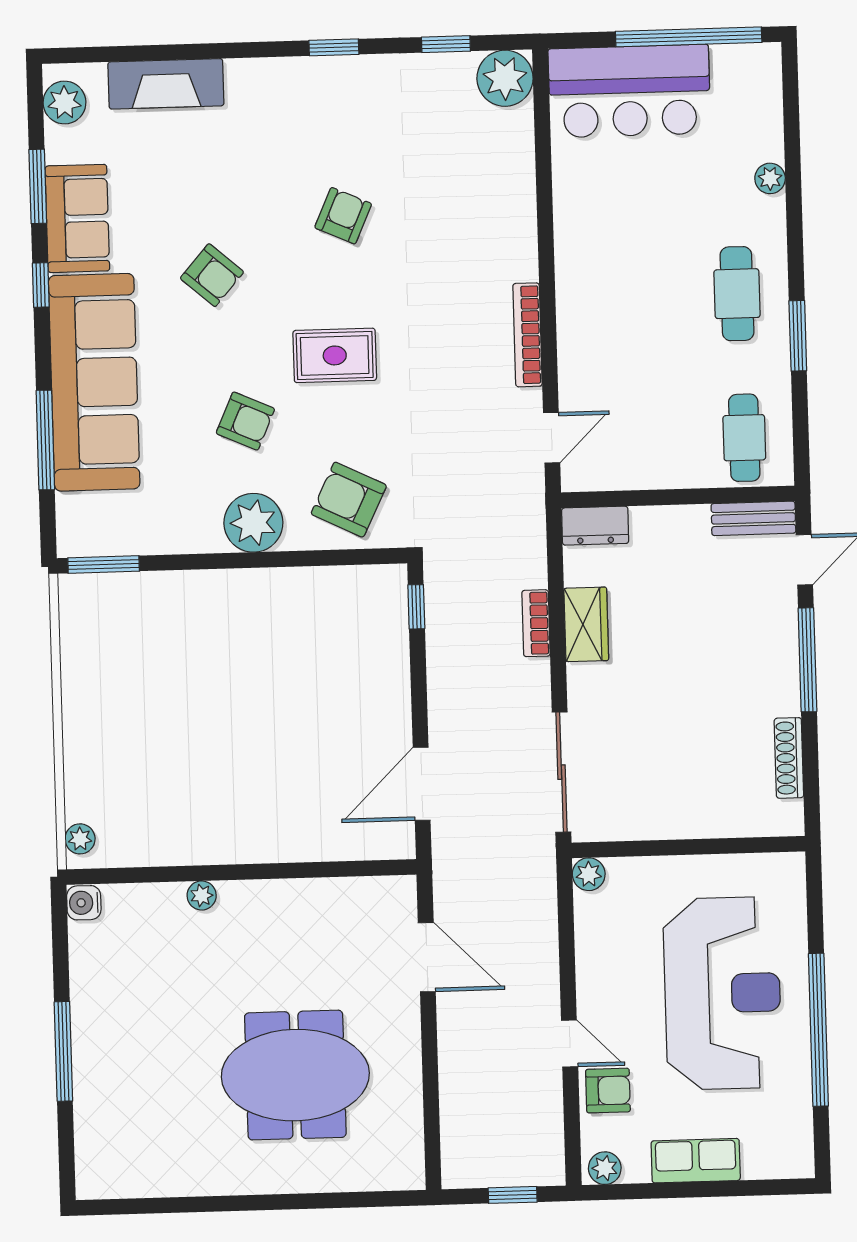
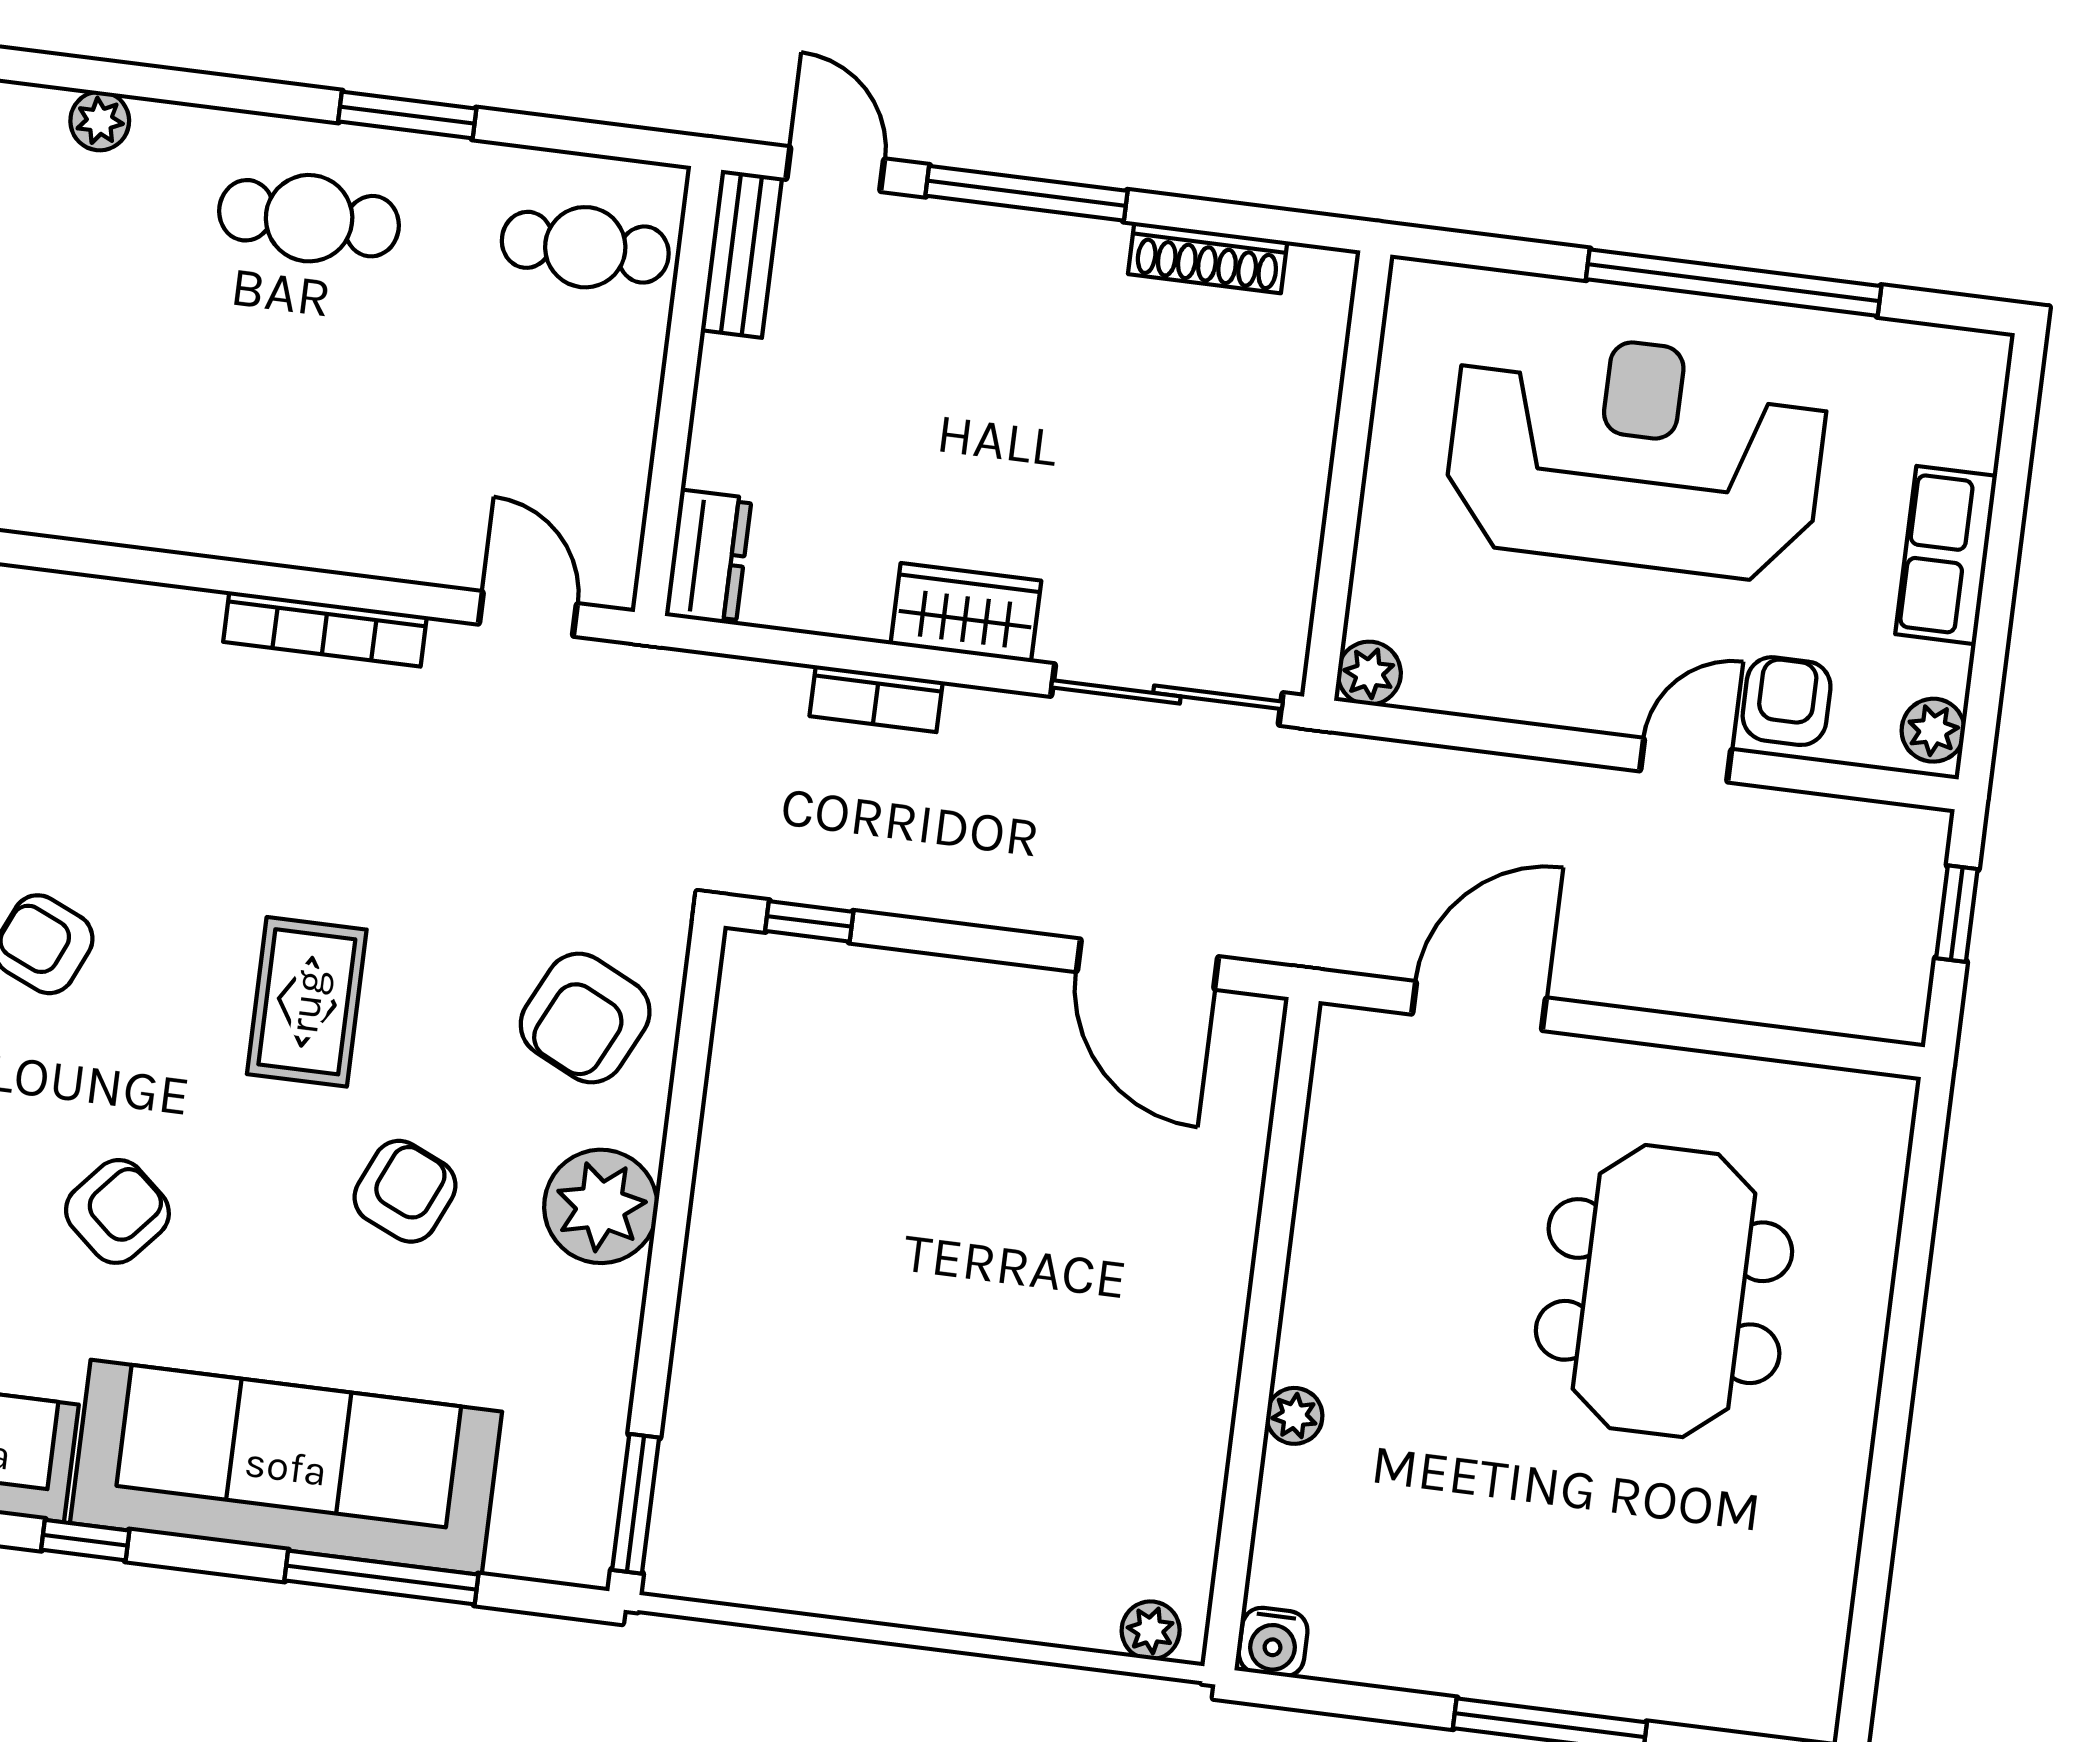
wardrobe: (586, 624) -> (966, 613), moved

